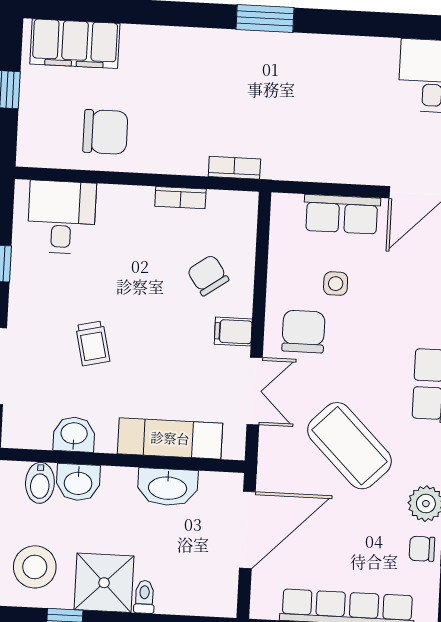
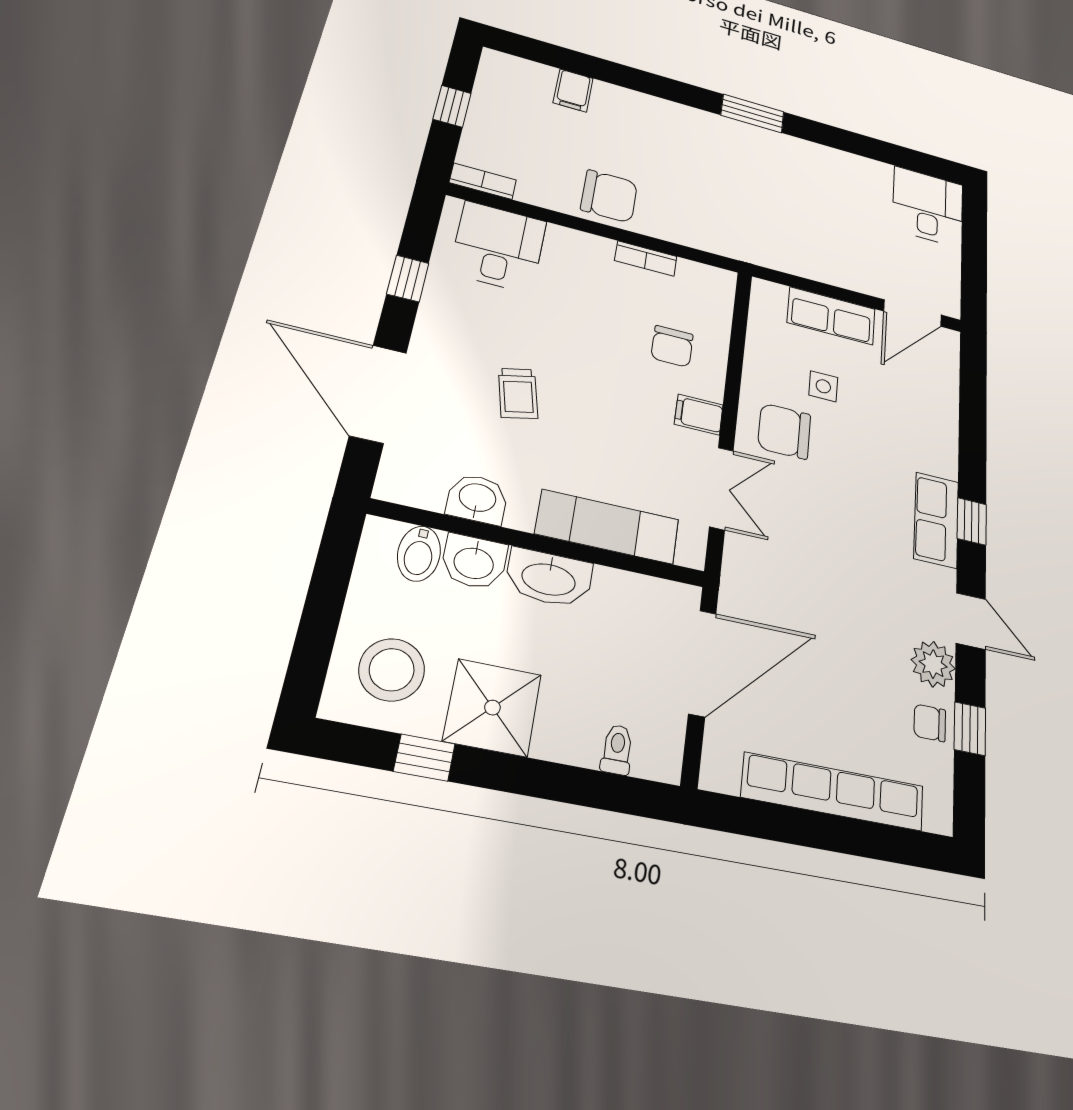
filing cabinet: (75, 44) -> (573, 90), width x0.33, depth x0.86
chair: (105, 132) -> (609, 196), moved
bookcase: (234, 168) -> (483, 181), moved
chair: (208, 275) -> (672, 346), turned -145
chair: (303, 332) -> (784, 431), turned -90
coffee table: (349, 446) -> (838, 576), removed
washbasin: (168, 487) -> (549, 578), moved
toilet: (144, 597) -> (617, 749), moved

